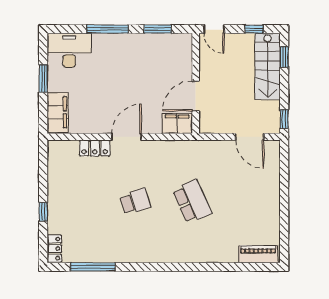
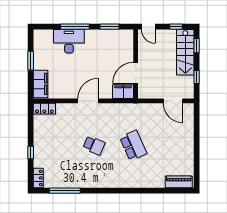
desk: (69, 50) -> (69, 41), moved
window: (284, 119) -> (197, 77), moved
locker: (95, 148) -> (44, 109), moved
school desk: (135, 201) -> (94, 145), turned 42

